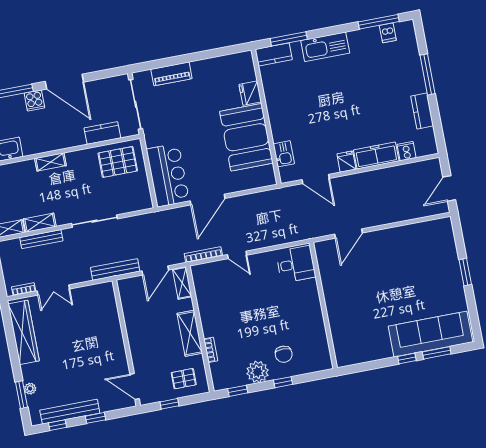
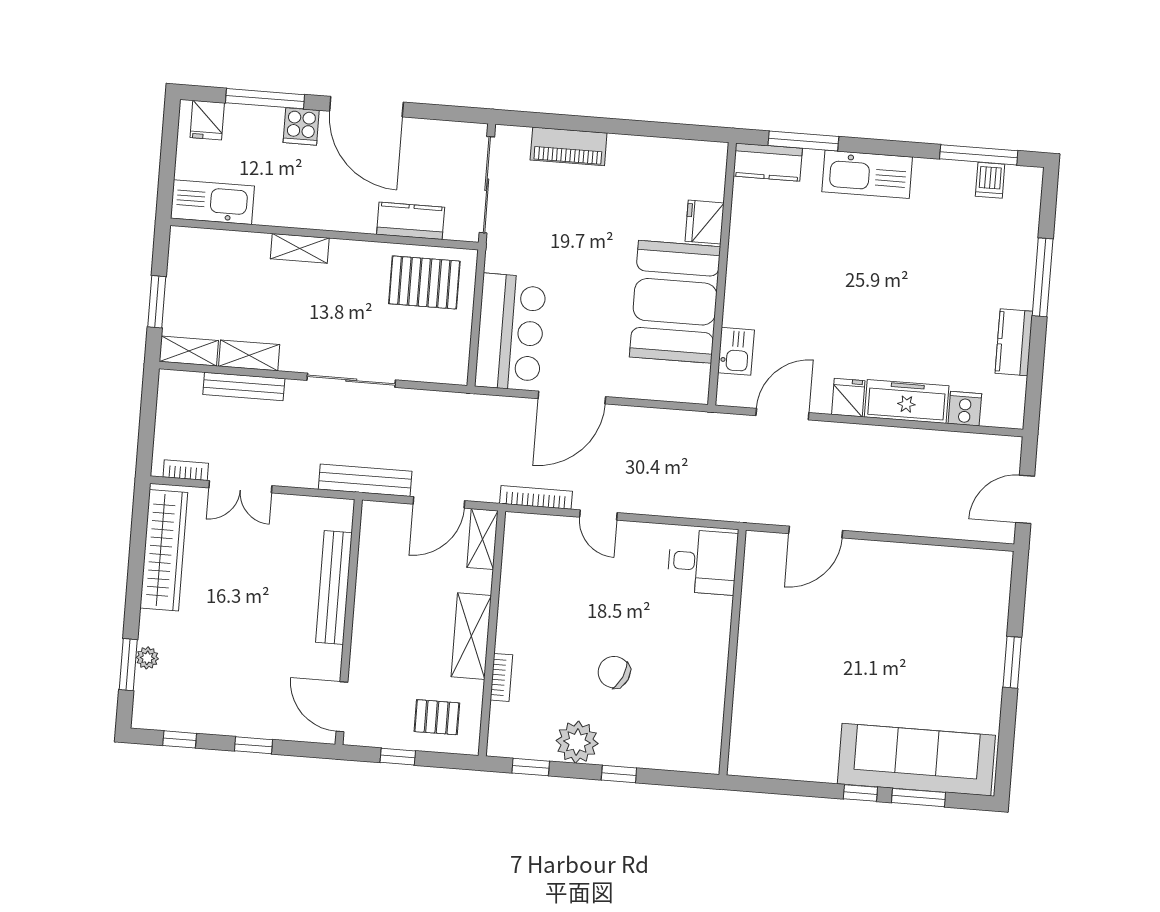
door: (316, 179) -> (782, 414), swing flipped
chair: (284, 354) -> (614, 672), moved, turned 115
bench: (70, 412) -> (334, 587), moved, turned 90

